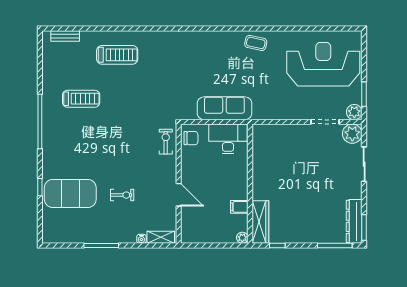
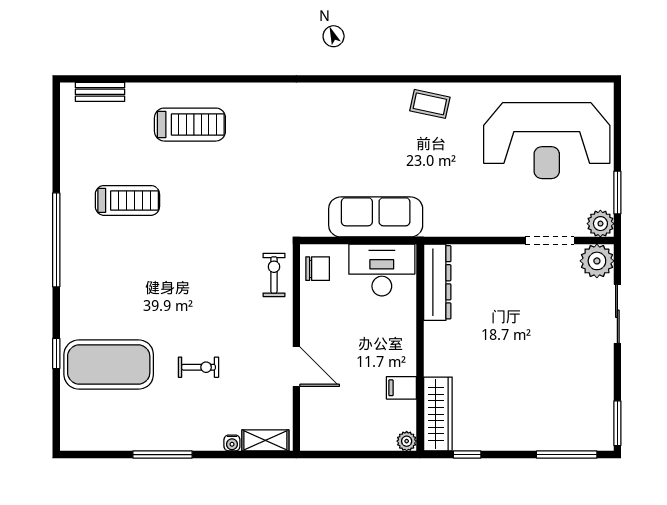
reception desk: (323, 64) -> (547, 141), turned 180
dresser: (354, 221) -> (437, 282), moved, turned 180

